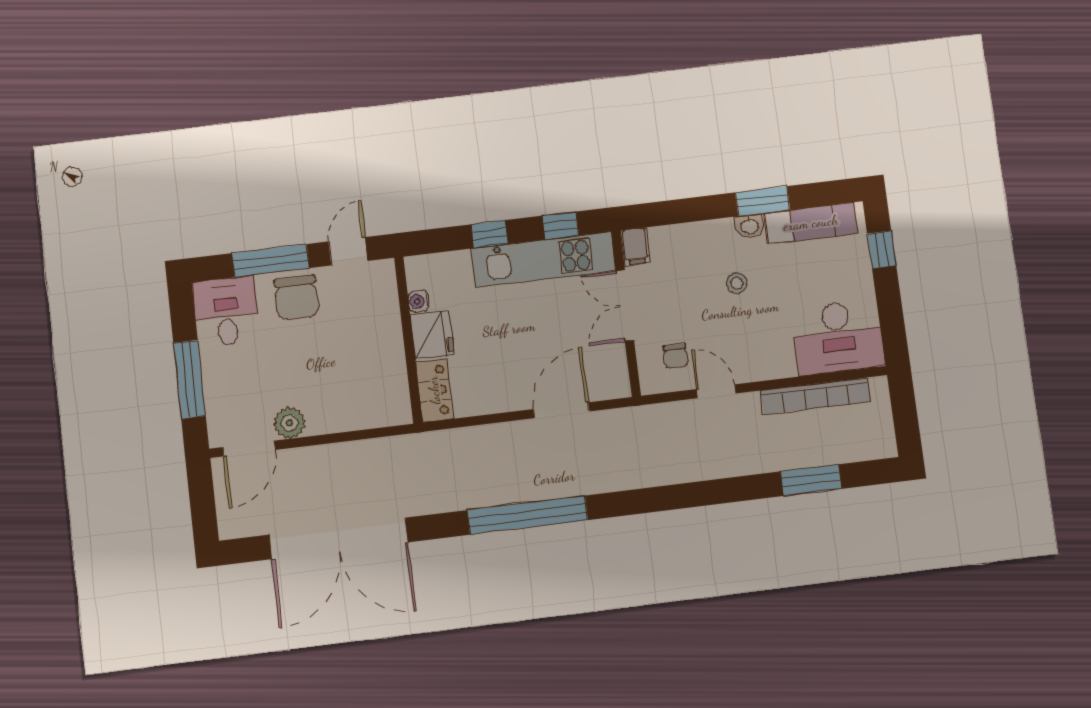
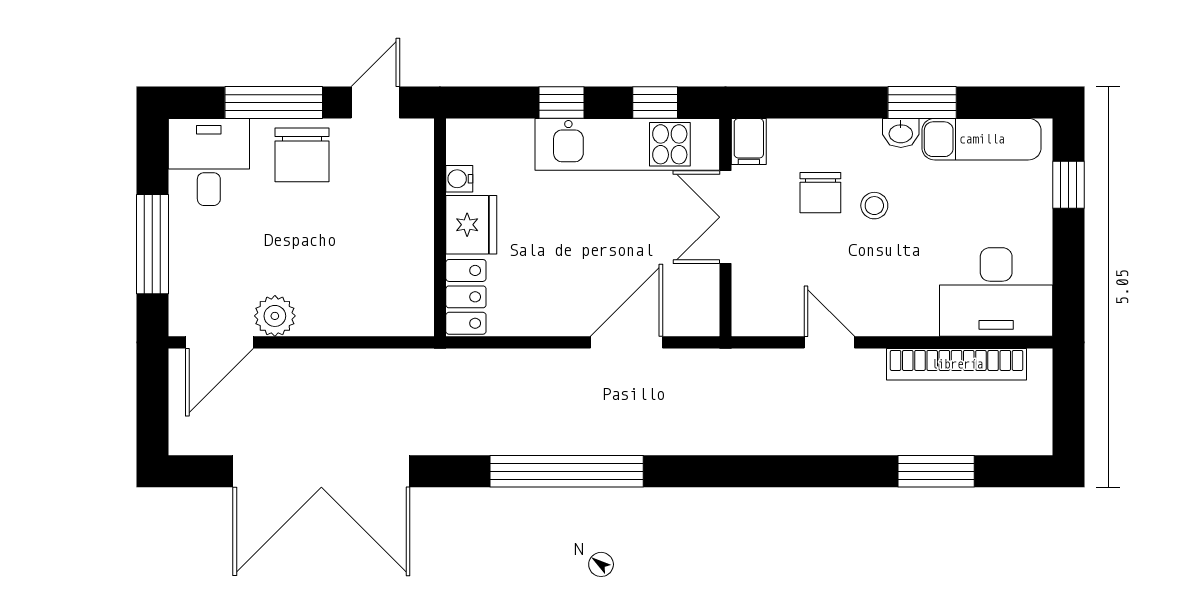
chair: (676, 356) -> (820, 193), moved, width x1.37, depth x1.37

